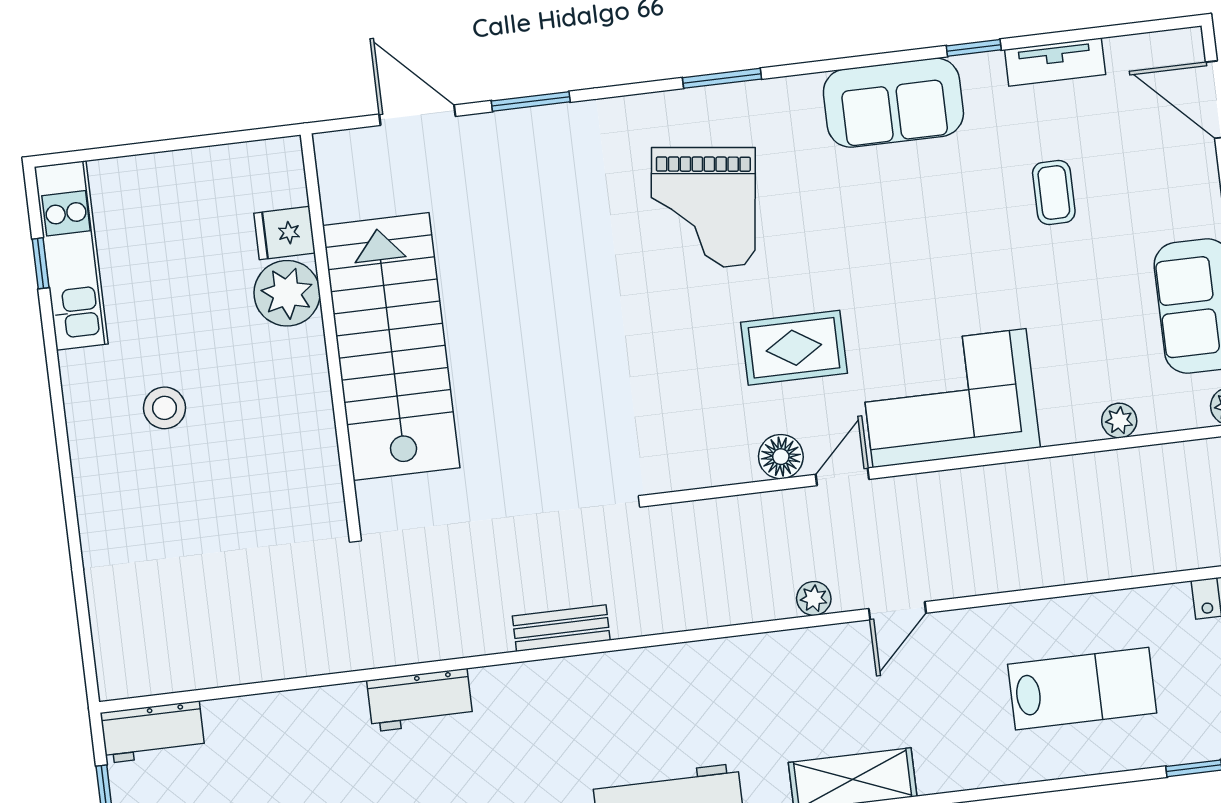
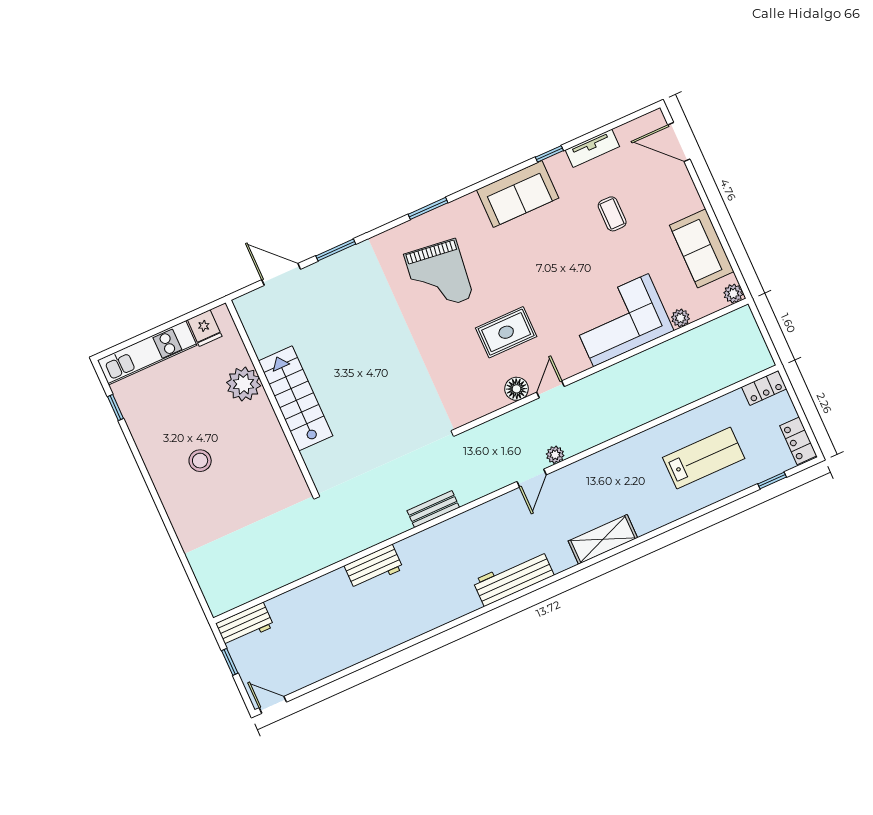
fridge: (285, 233) -> (205, 328), moved, turned -90
kitchen unit: (71, 255) -> (147, 353), moved, turned 90
stairs: (391, 347) -> (295, 398), width x0.73, depth x0.66
corner sofa: (950, 398) -> (621, 320), moved
door: (897, 611) -> (532, 478), moved

